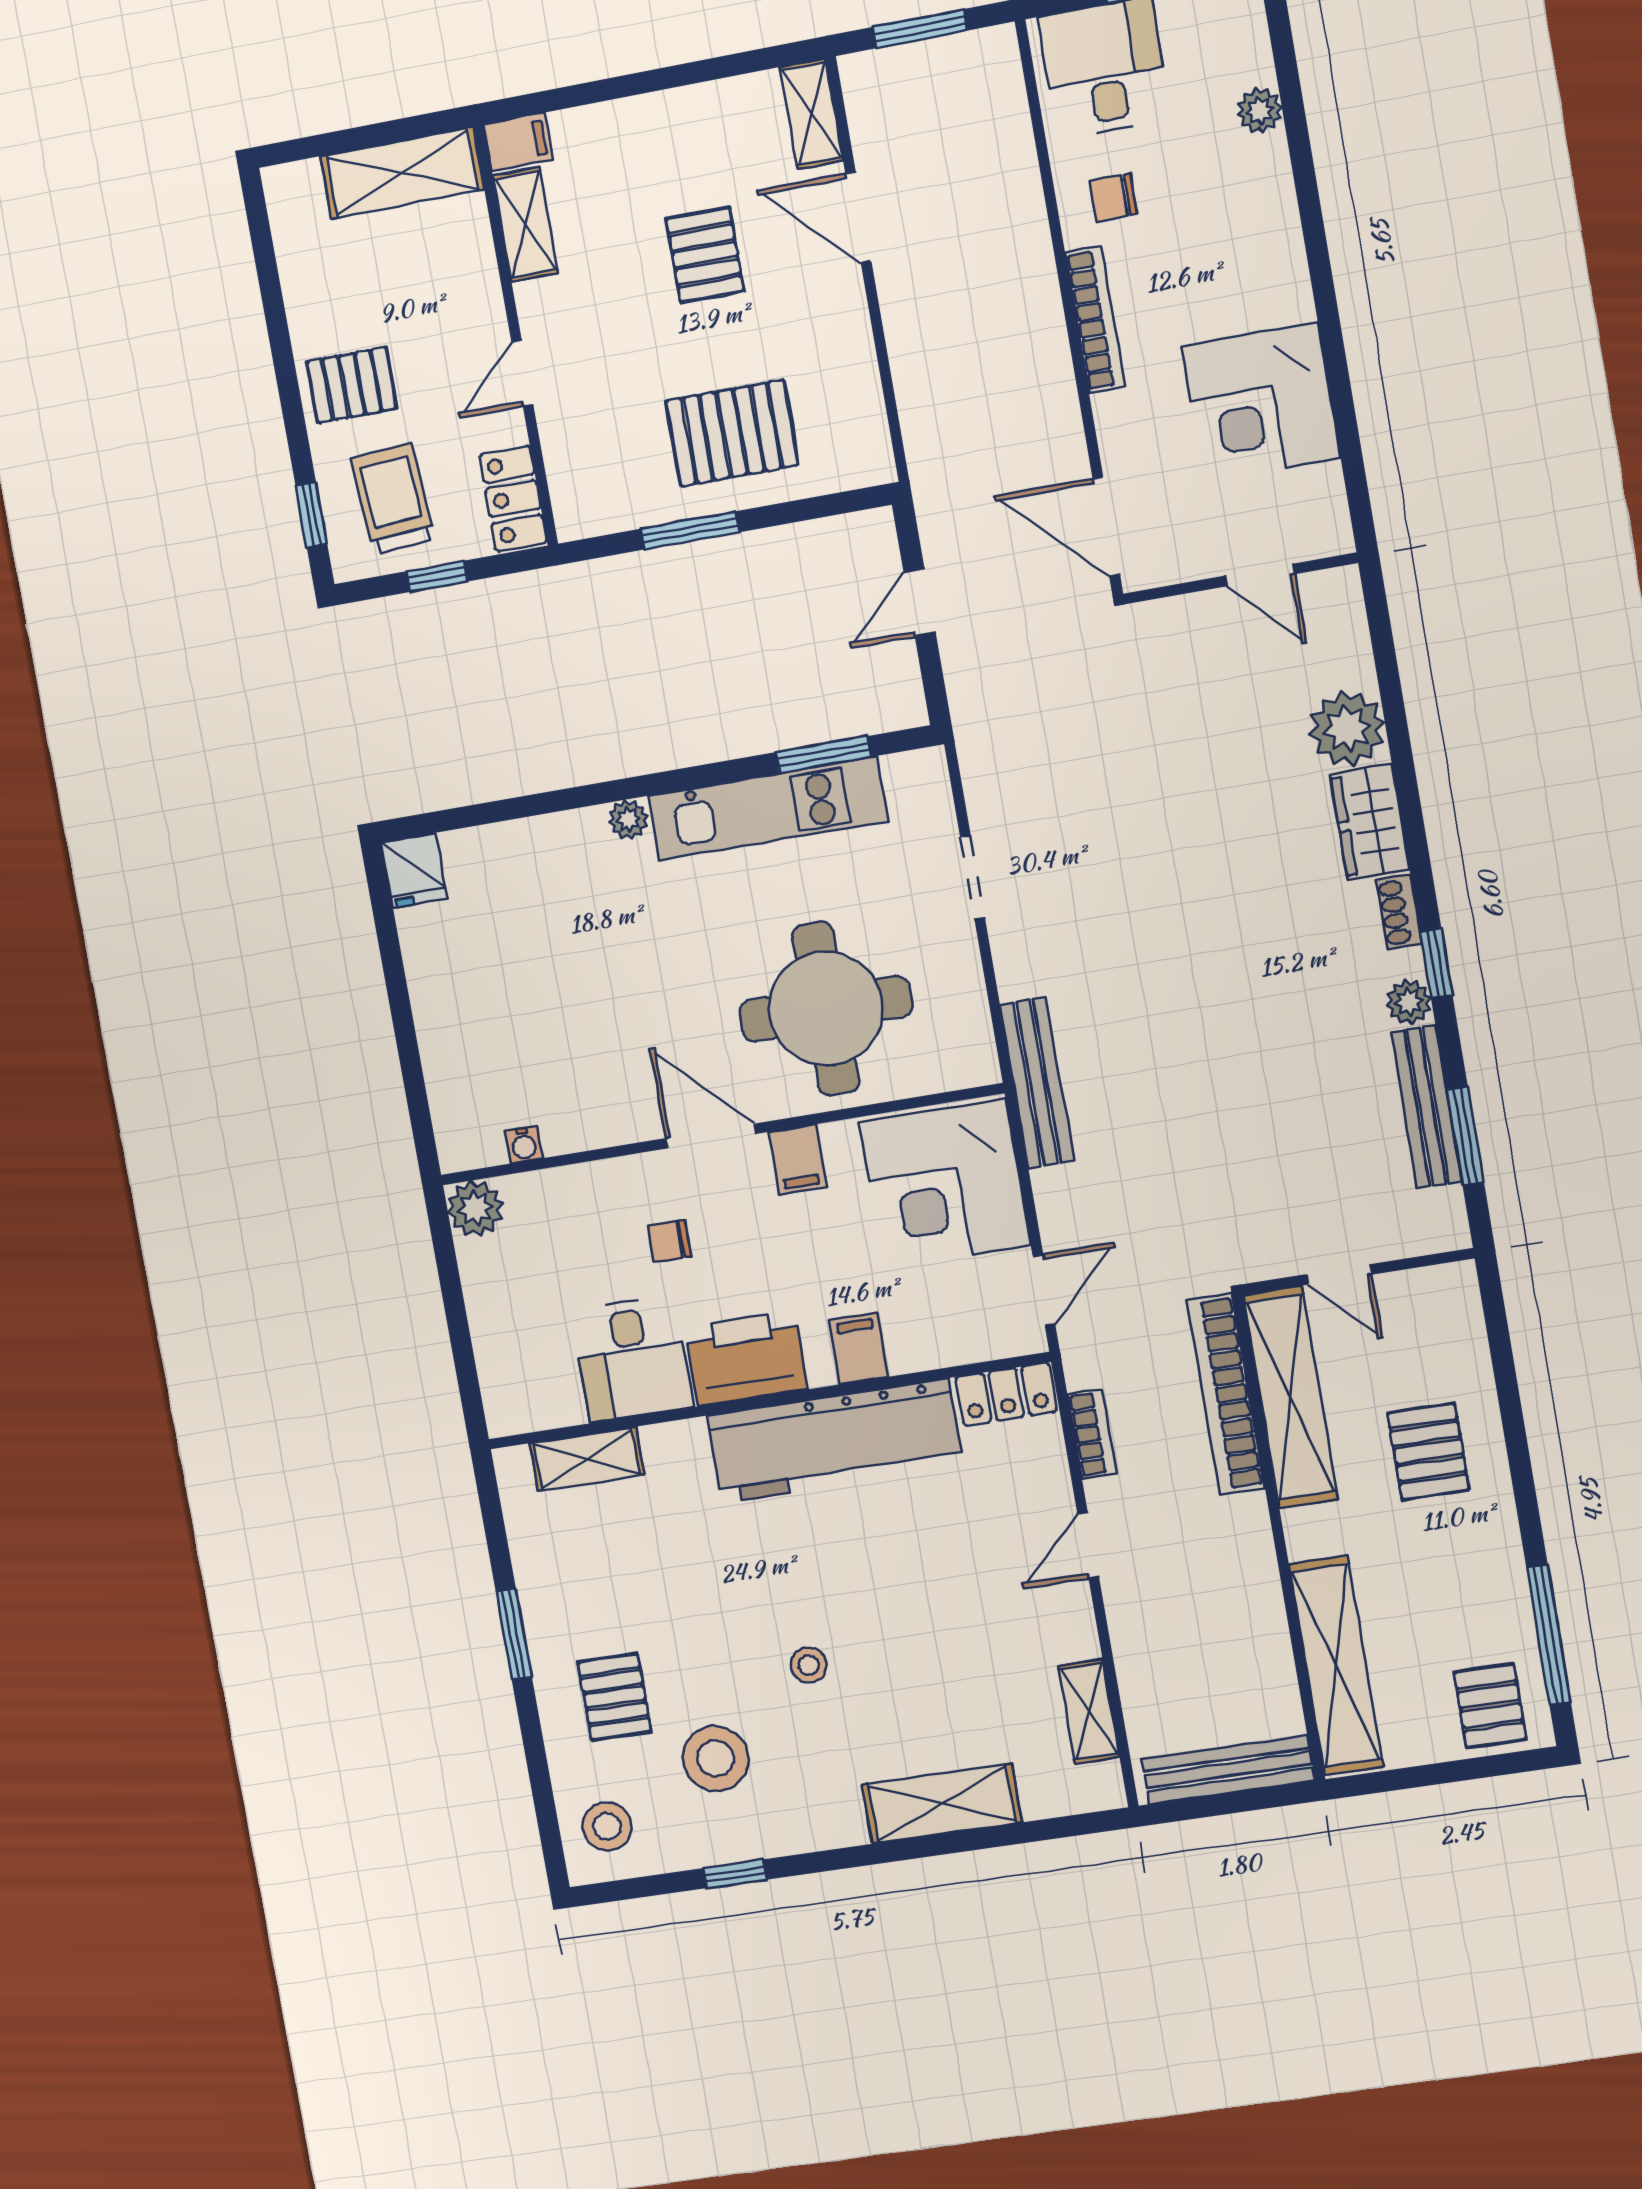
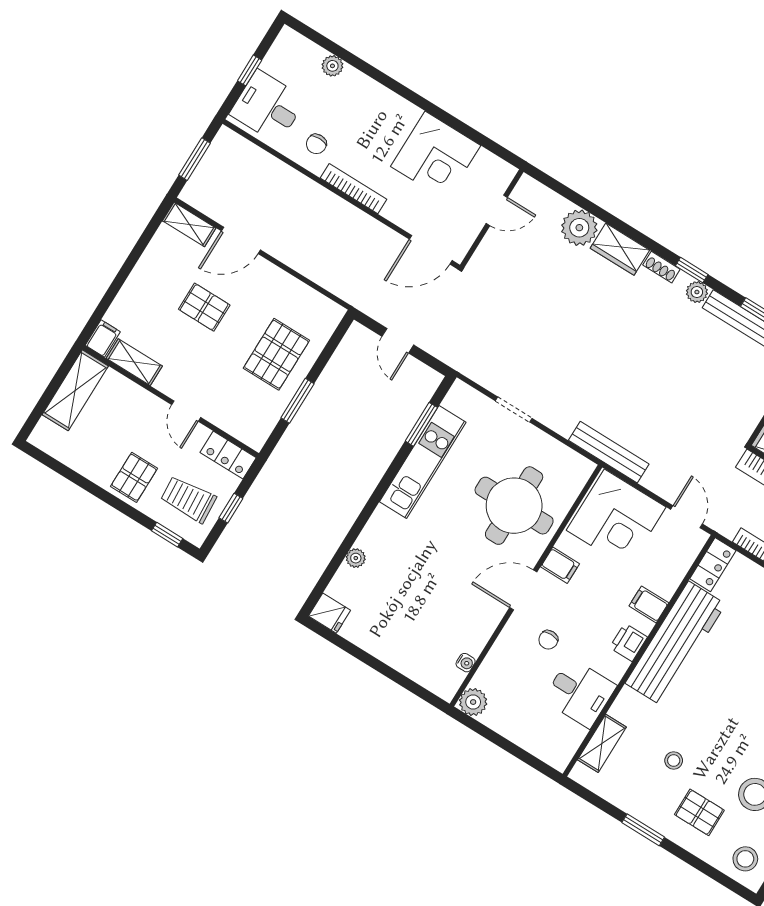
plant: (628, 819) -> (356, 558), moved
printer: (746, 1358) -> (629, 642), width x0.53, depth x0.68
stool: (809, 1665) -> (674, 761), moved

